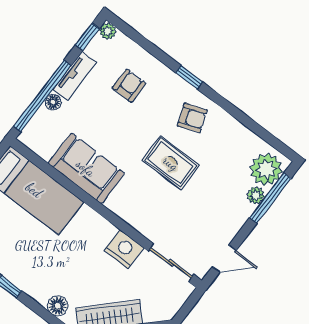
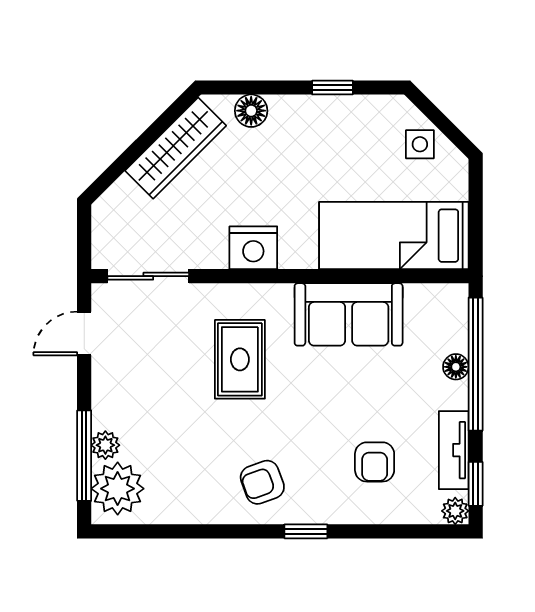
tv unit: (75, 76) -> (454, 450), moved
rug: (171, 163) -> (240, 359), moved, turned 90
nightstand: (124, 249) -> (253, 248), moved

